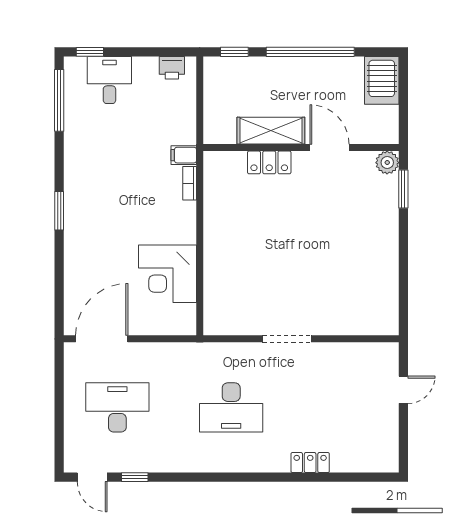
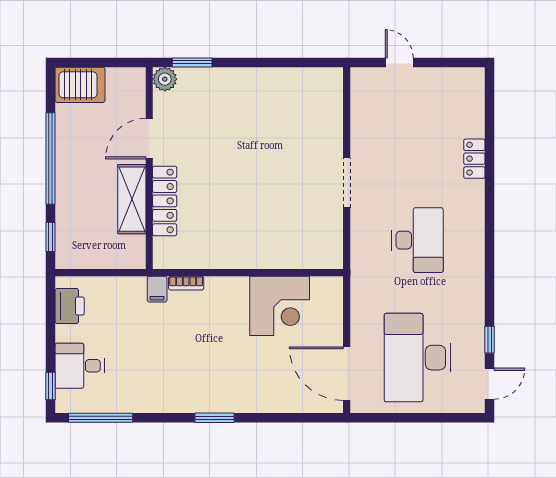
printer: (172, 68) -> (70, 306), width x1.36, depth x1.24
locker: (269, 162) -> (165, 201), width x1.53
desk: (117, 407) -> (418, 358), width x1.36, depth x1.30

